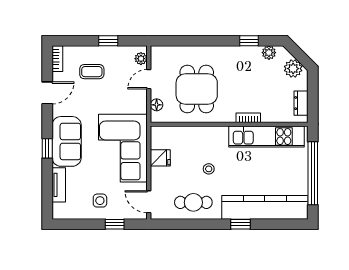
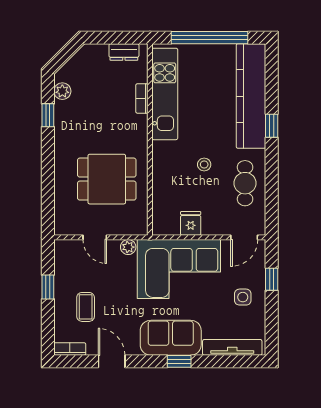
plant: (141, 59) -> (128, 247), moved
plant: (293, 69) -> (82, 62), removed
floor lamp: (157, 105) -> (126, 228), removed
bookcase: (248, 118) -> (142, 98), moved
tv unit: (59, 185) -> (232, 347), width x1.41

